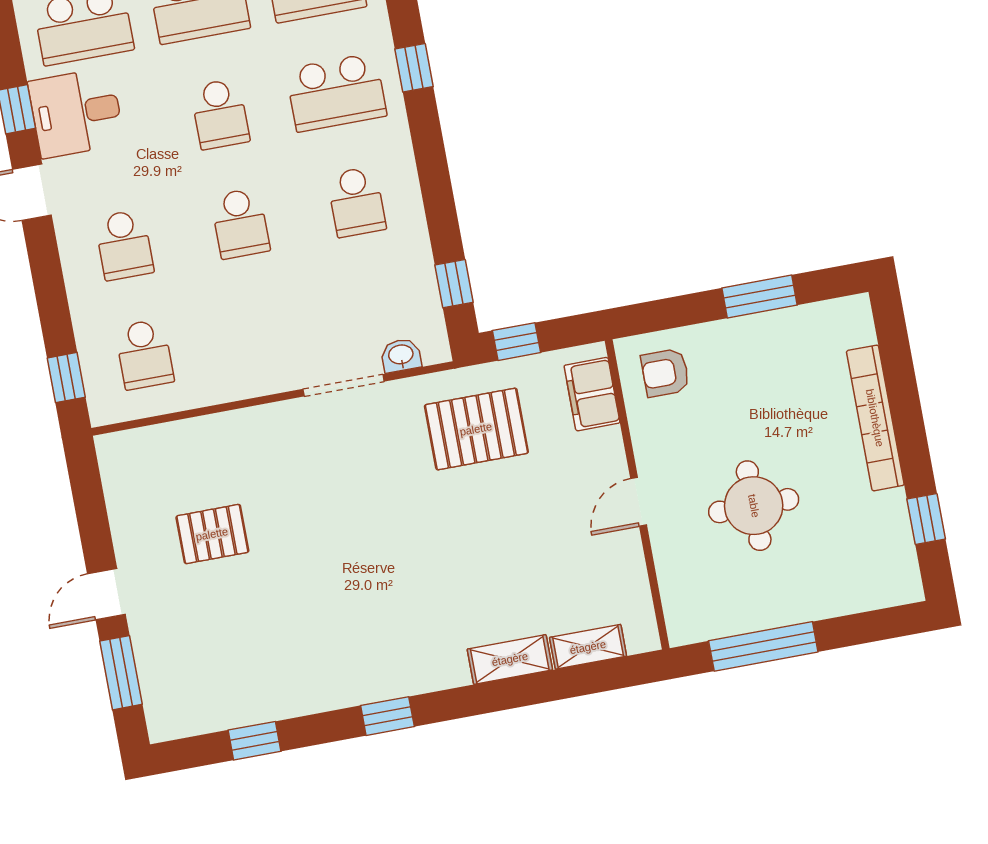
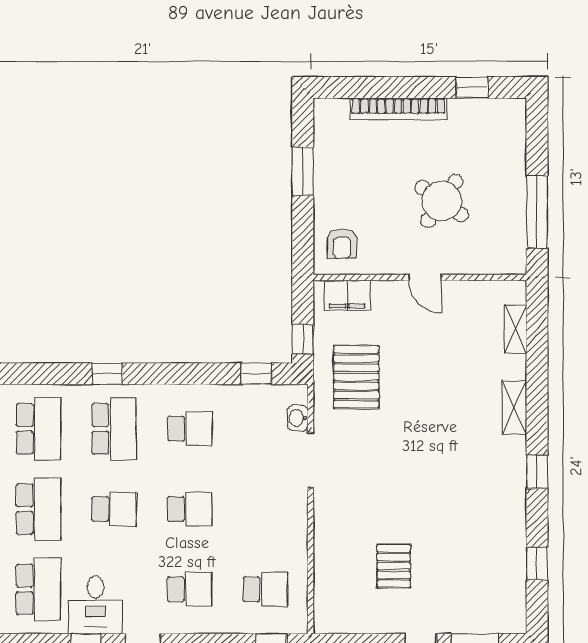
round table: (754, 506) -> (442, 201), turned 35
shelving: (510, 659) -> (514, 407), moved

